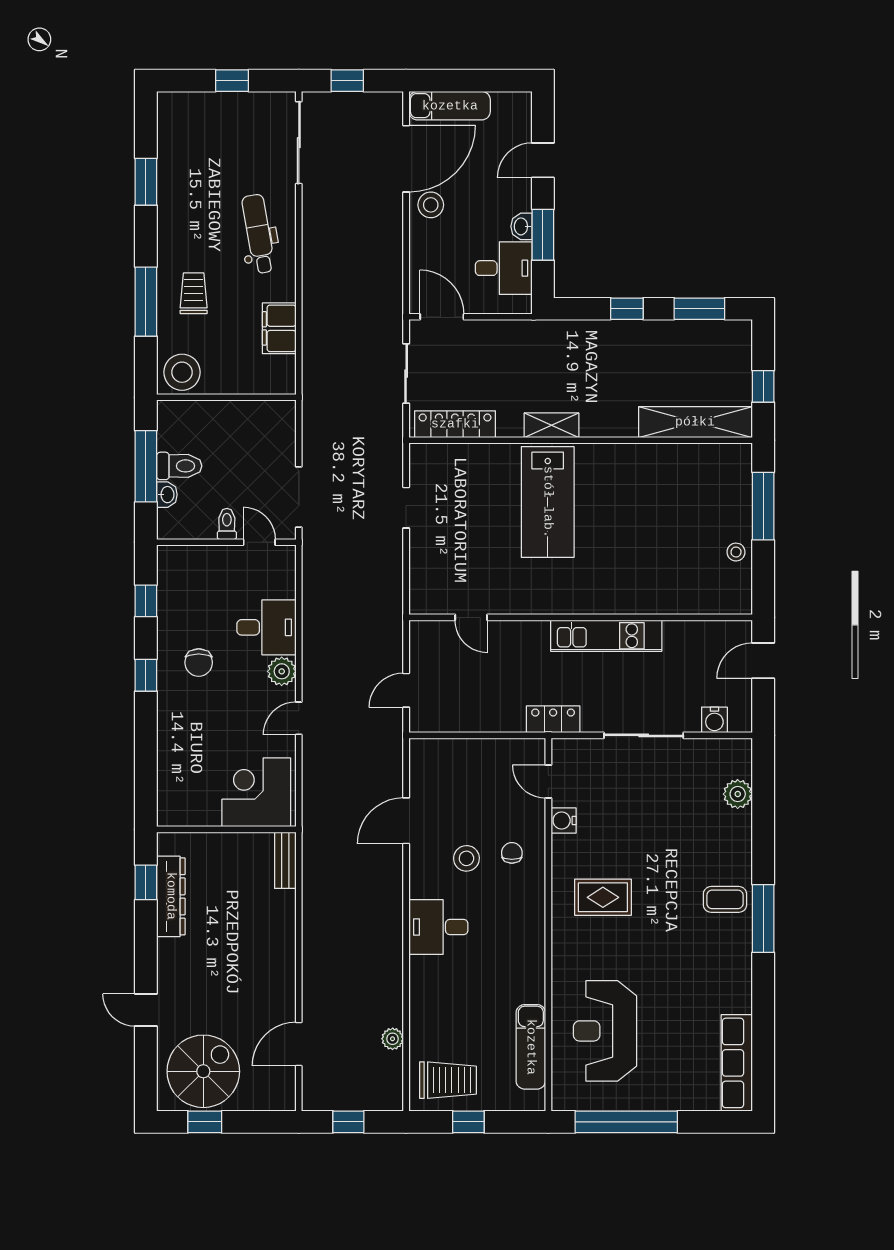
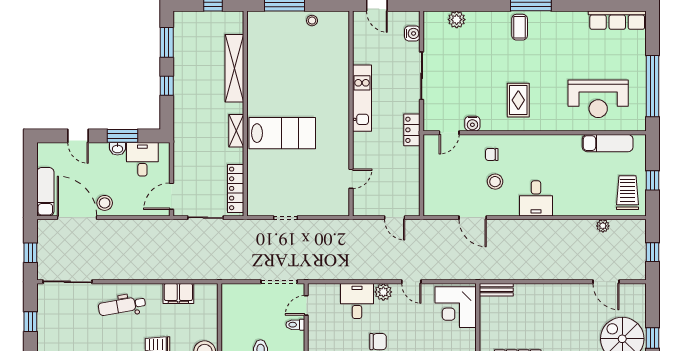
shelving: (695, 422) -> (234, 68), moved

